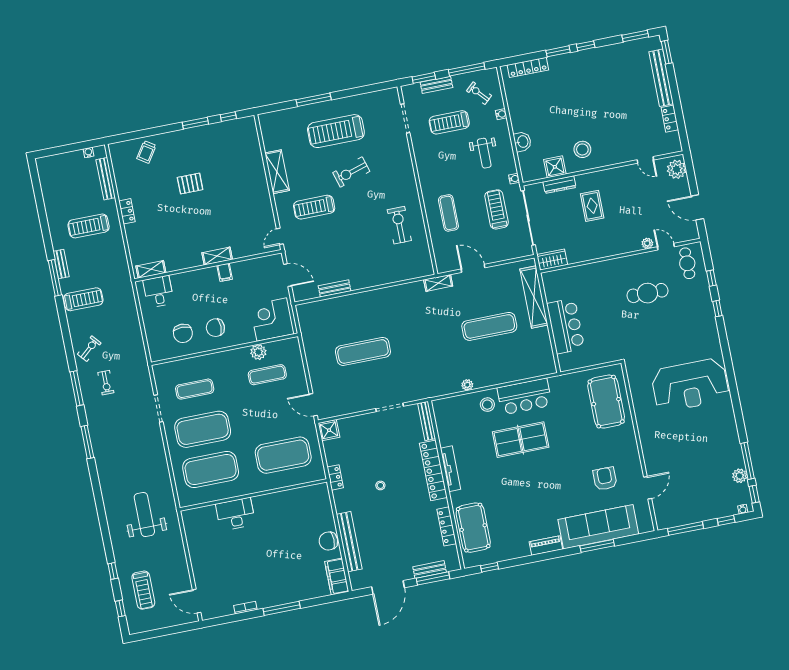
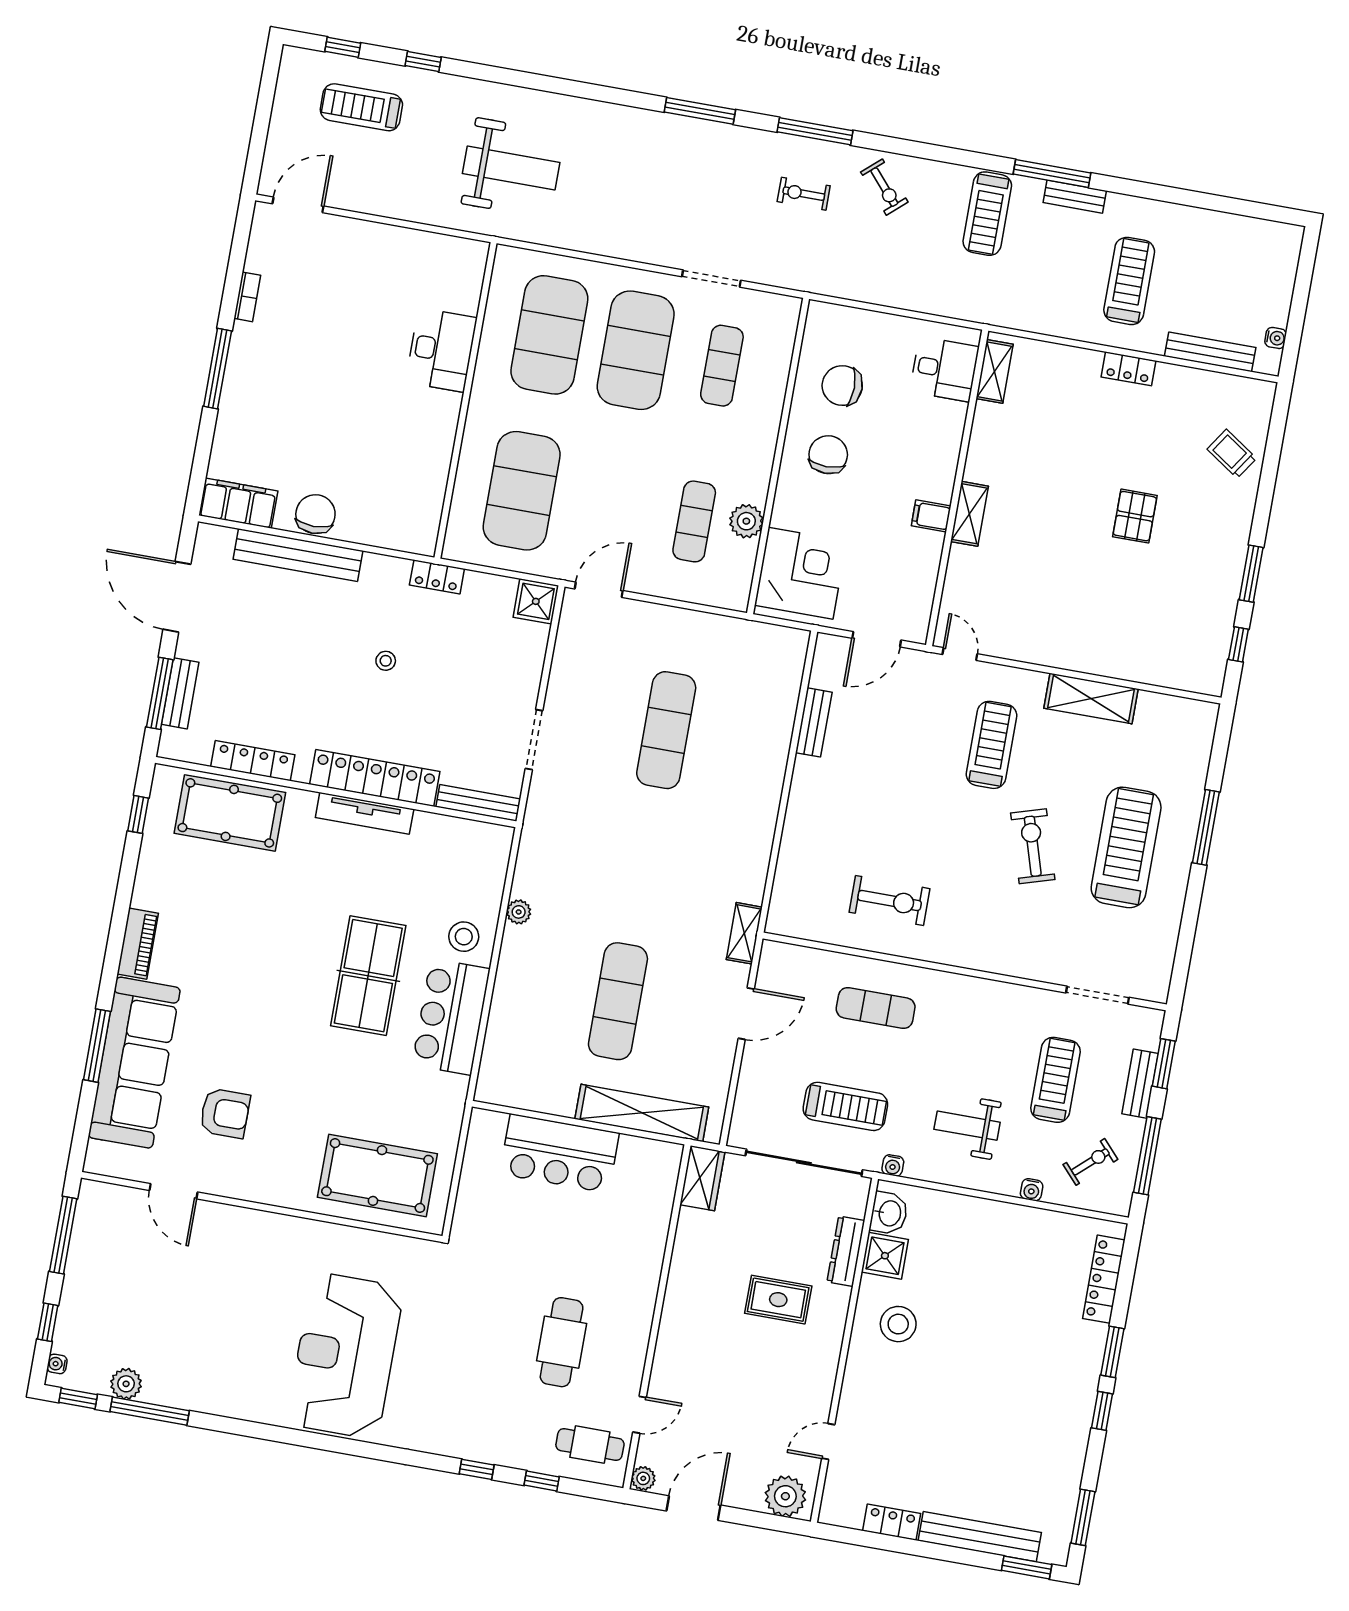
washbasin: (522, 142) -> (889, 1213), moved, turned -90
plant: (647, 243) -> (643, 1478), moved

